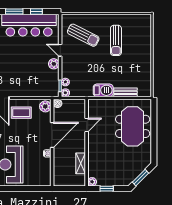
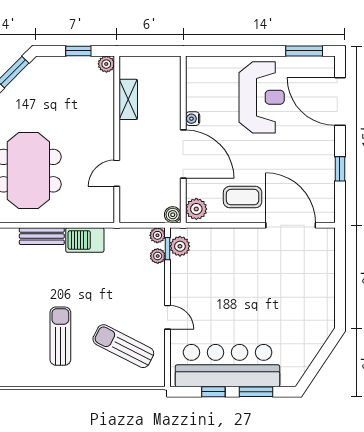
plant: (54, 64) -> (180, 246), moved
door: (52, 135) -> (183, 154), swing flipped

